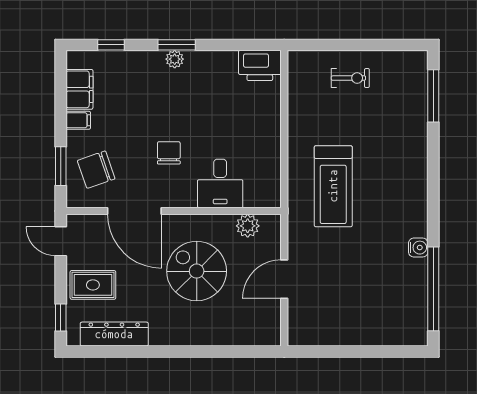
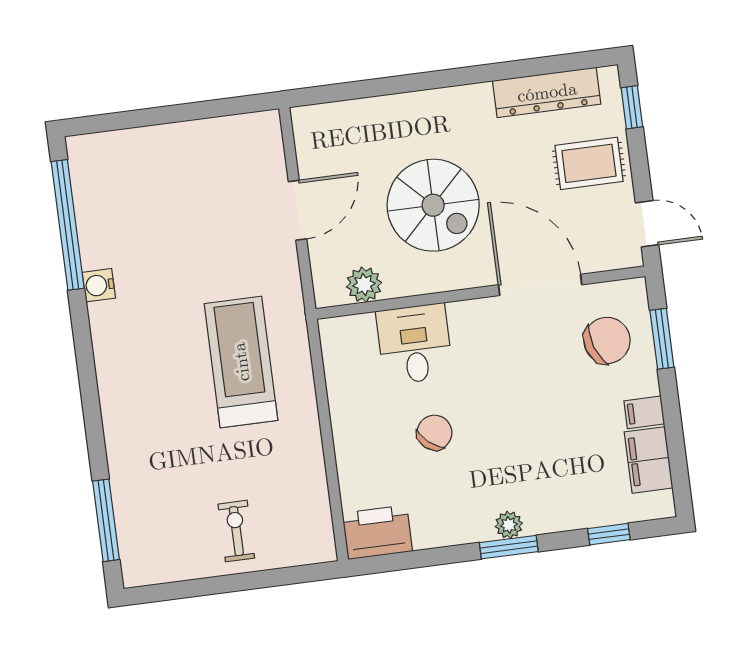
exercise bike: (350, 78) -> (236, 531), turned 90
chair: (169, 153) -> (434, 433), moved, turned -140

